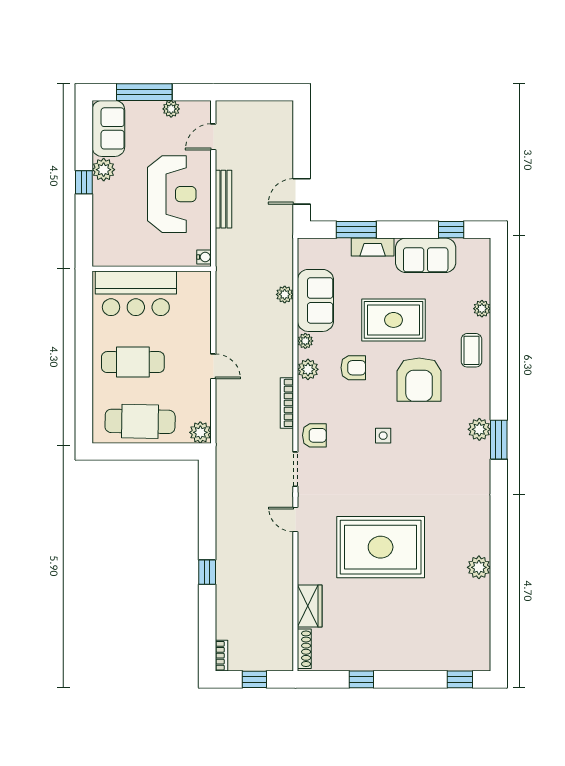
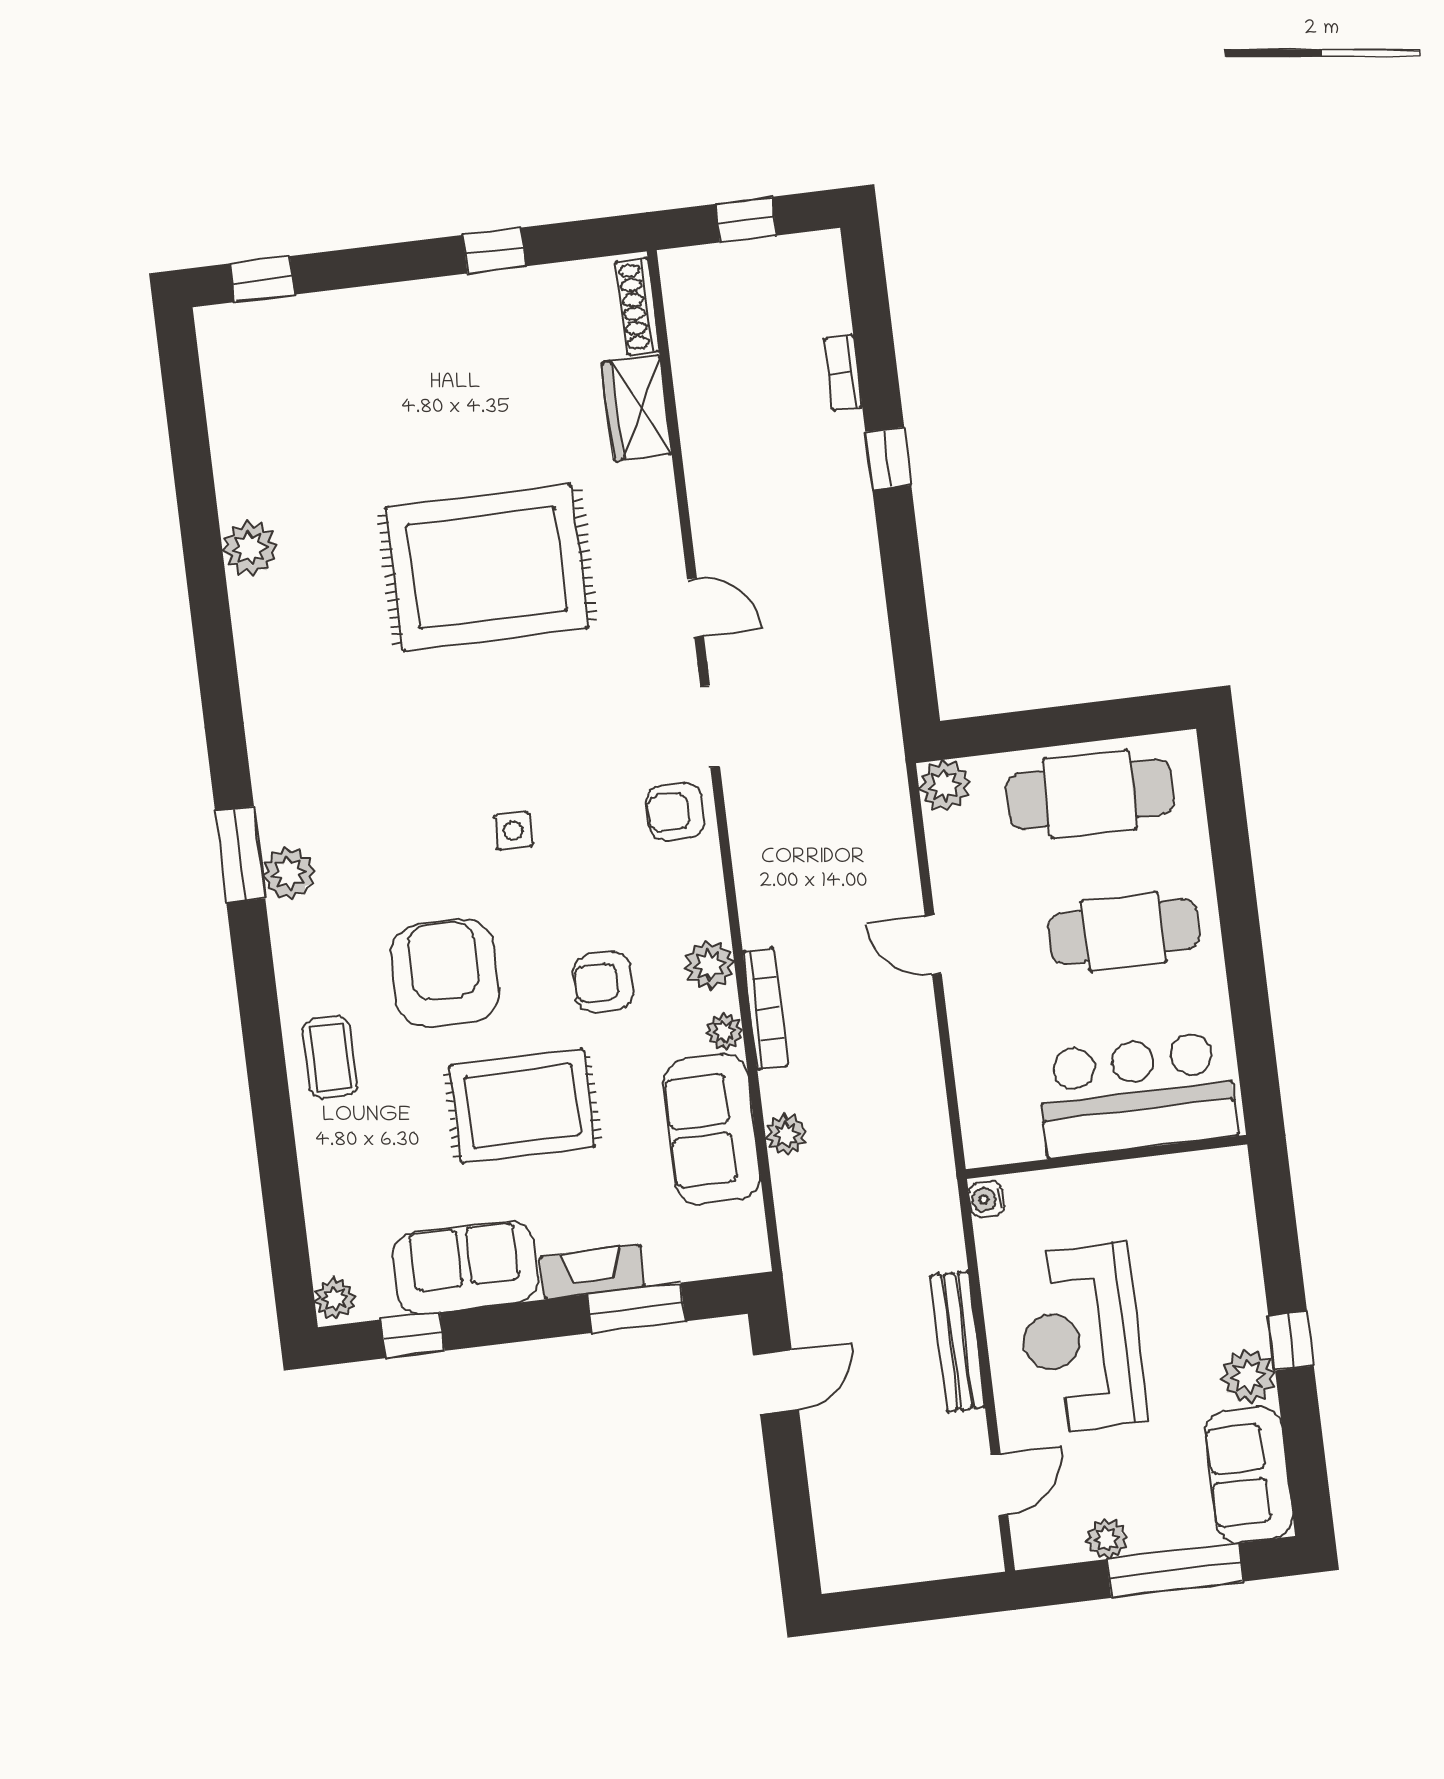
plant: (482, 309) -> (335, 1299), moved
bookcase: (287, 403) -> (765, 1009), moved
bookcase: (222, 656) -> (843, 373), moved

